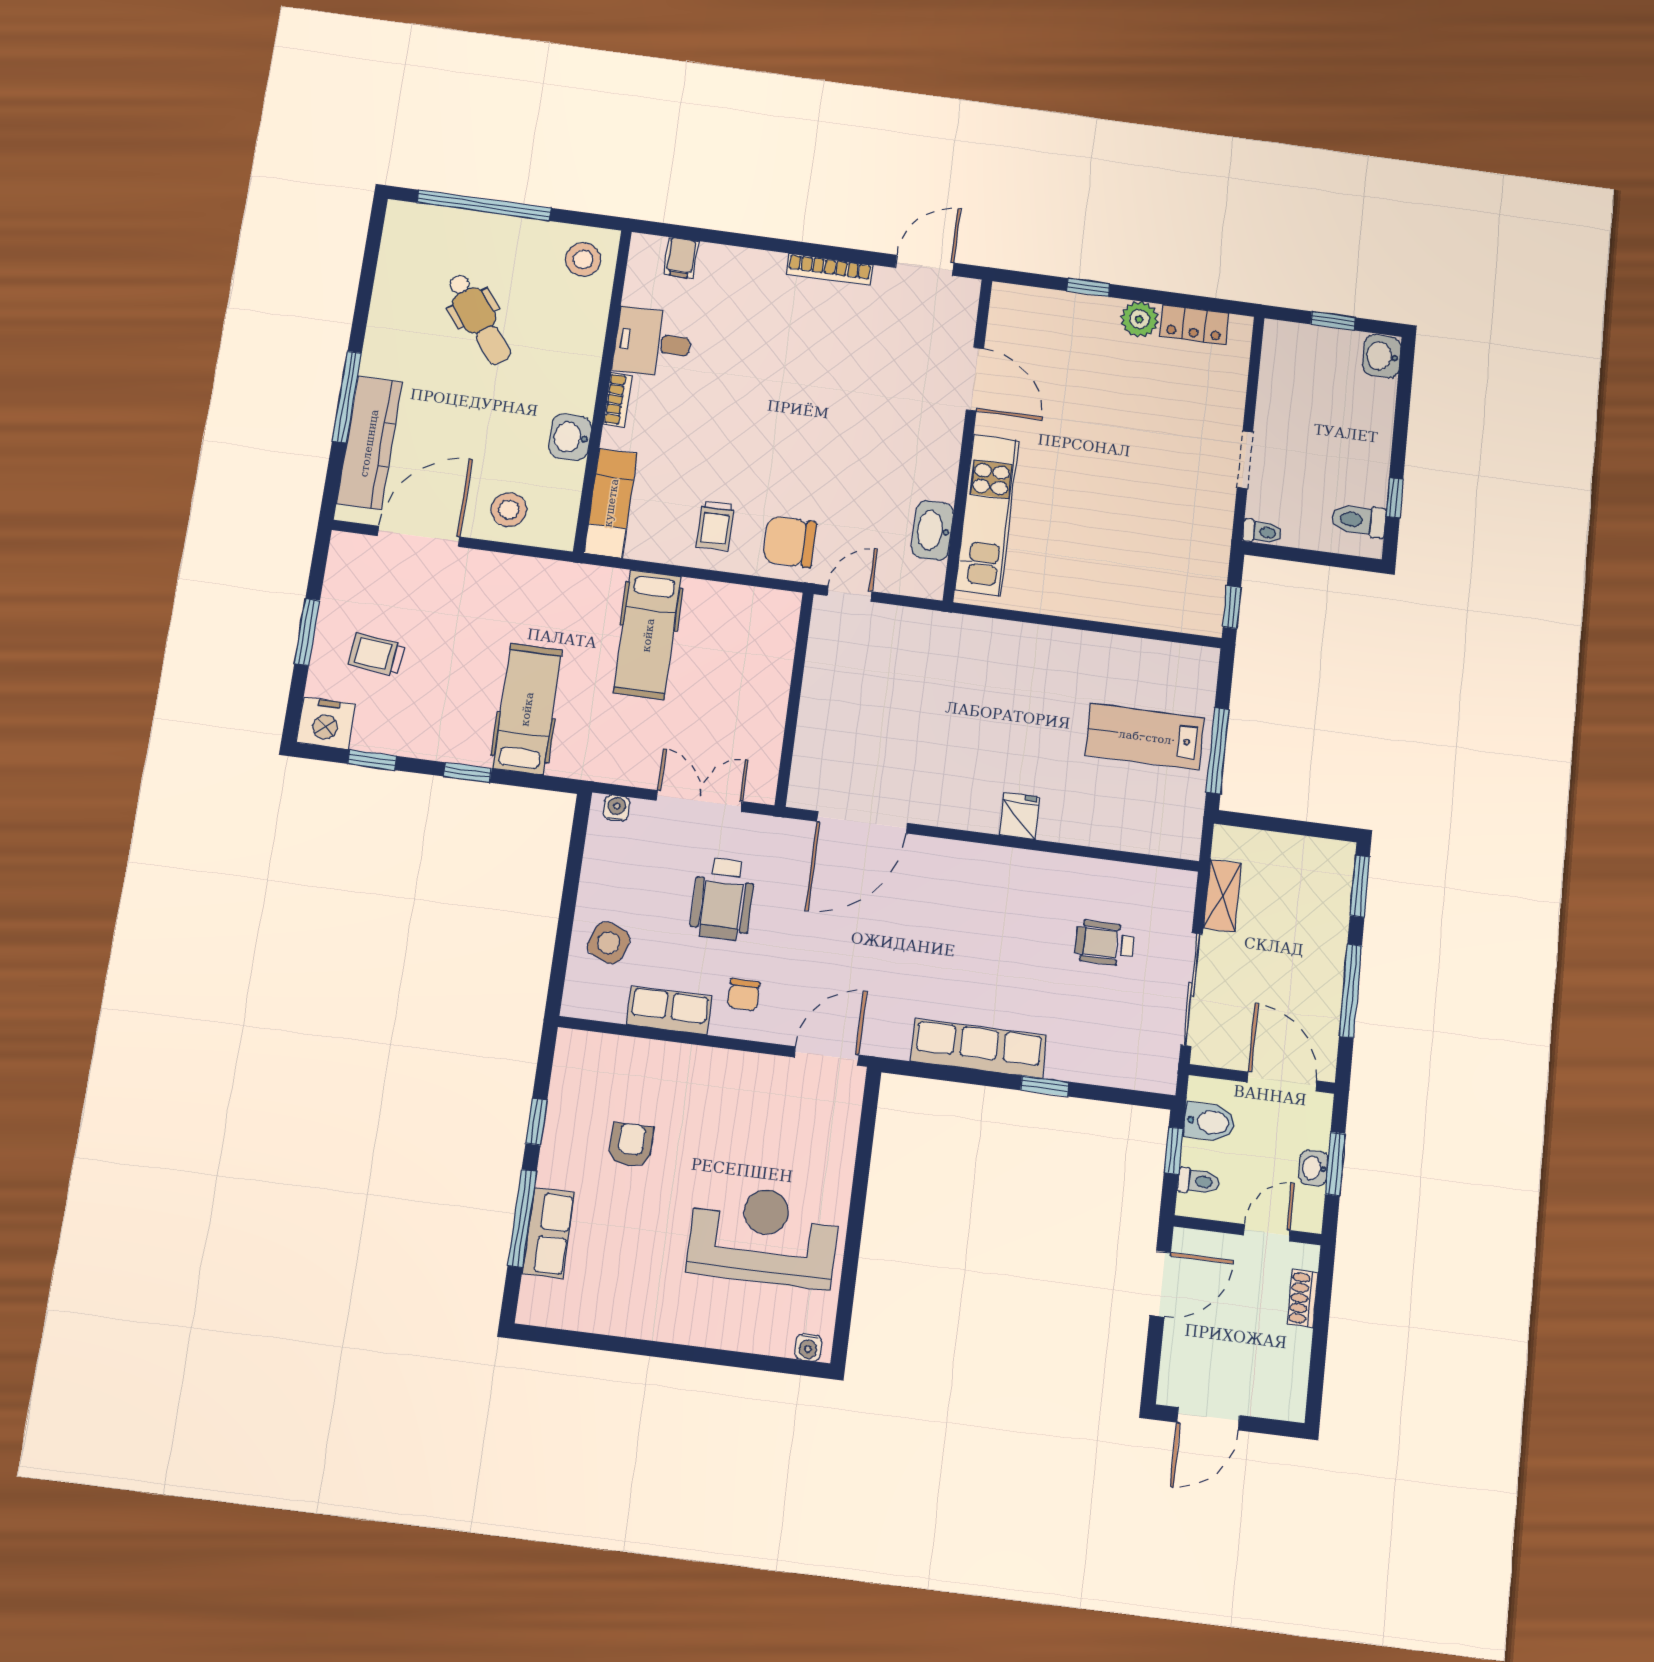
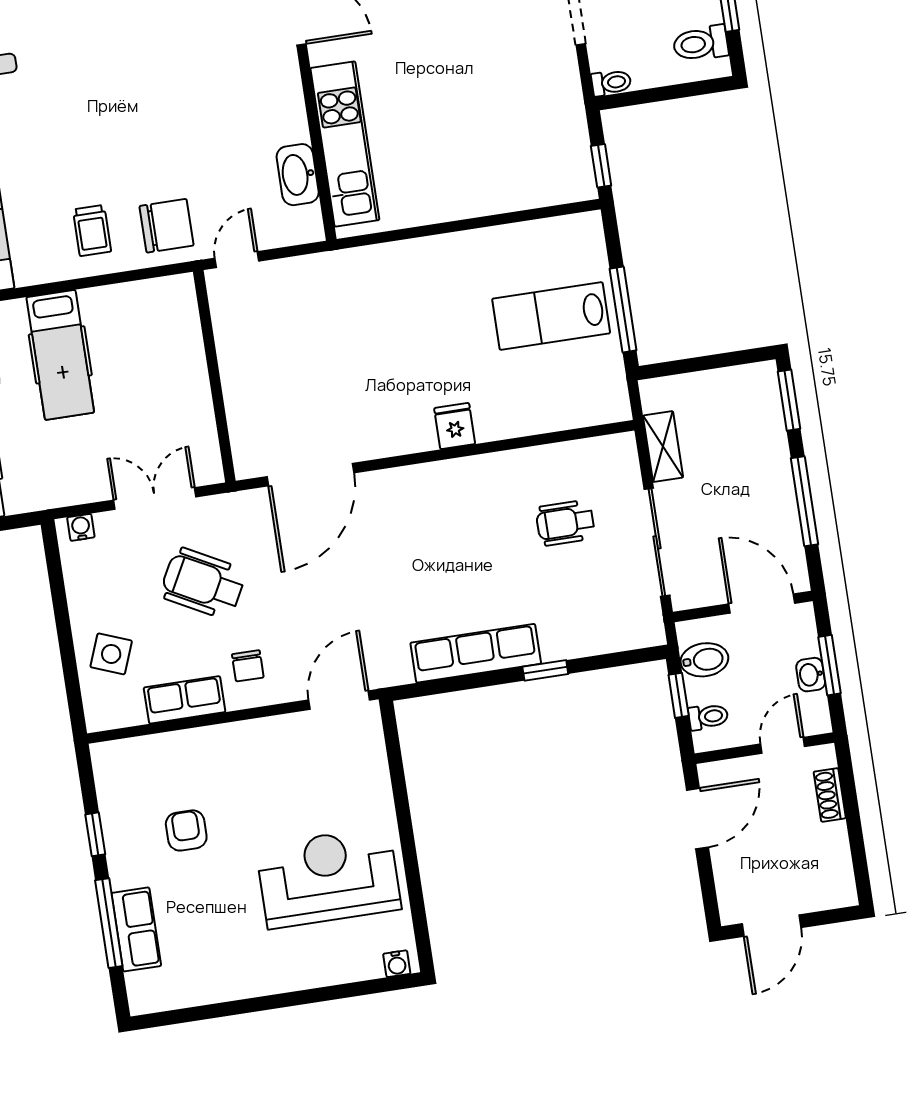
chair: (790, 542) -> (167, 226), turned 180
wheelchair: (723, 899) -> (203, 583), turned 118

